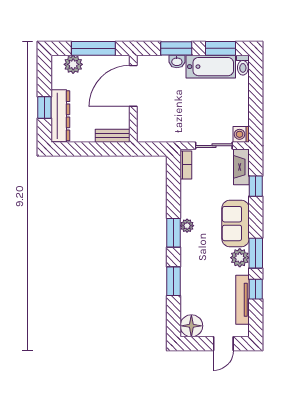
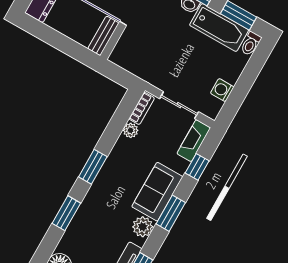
washing machine: (241, 134) -> (222, 90), moved
bench: (113, 136) -> (103, 36), moved, turned 90
plant: (187, 226) -> (131, 130), moved
window: (256, 253) -> (171, 213), moved

